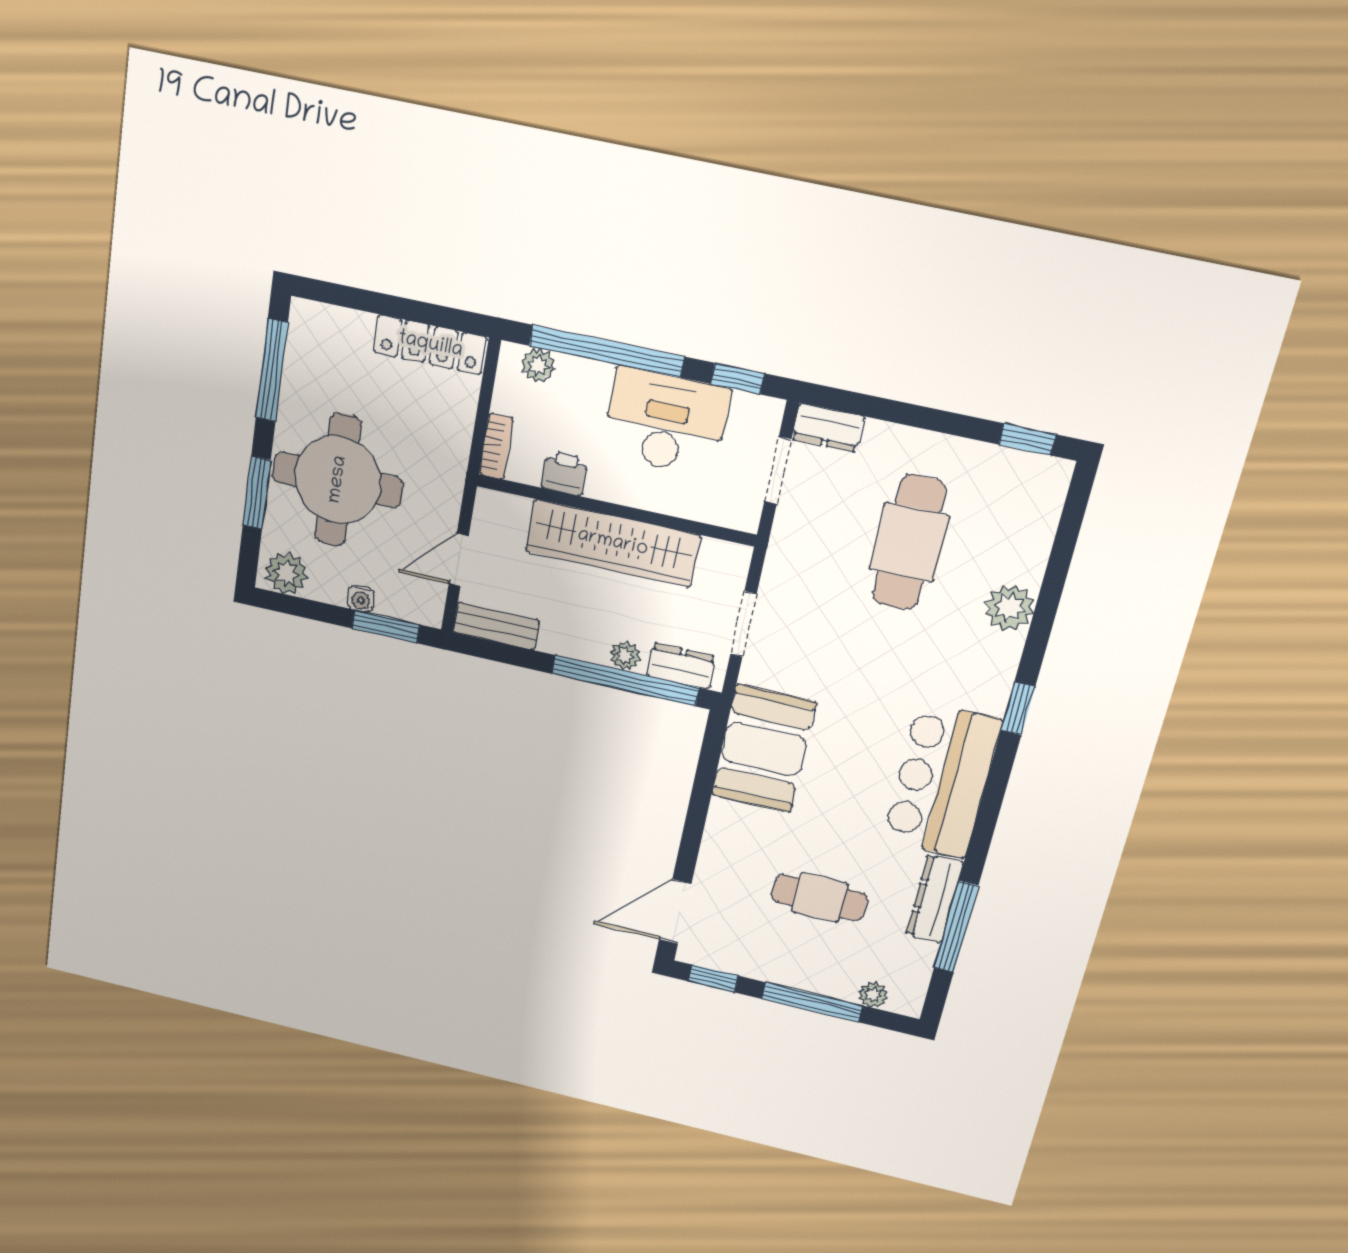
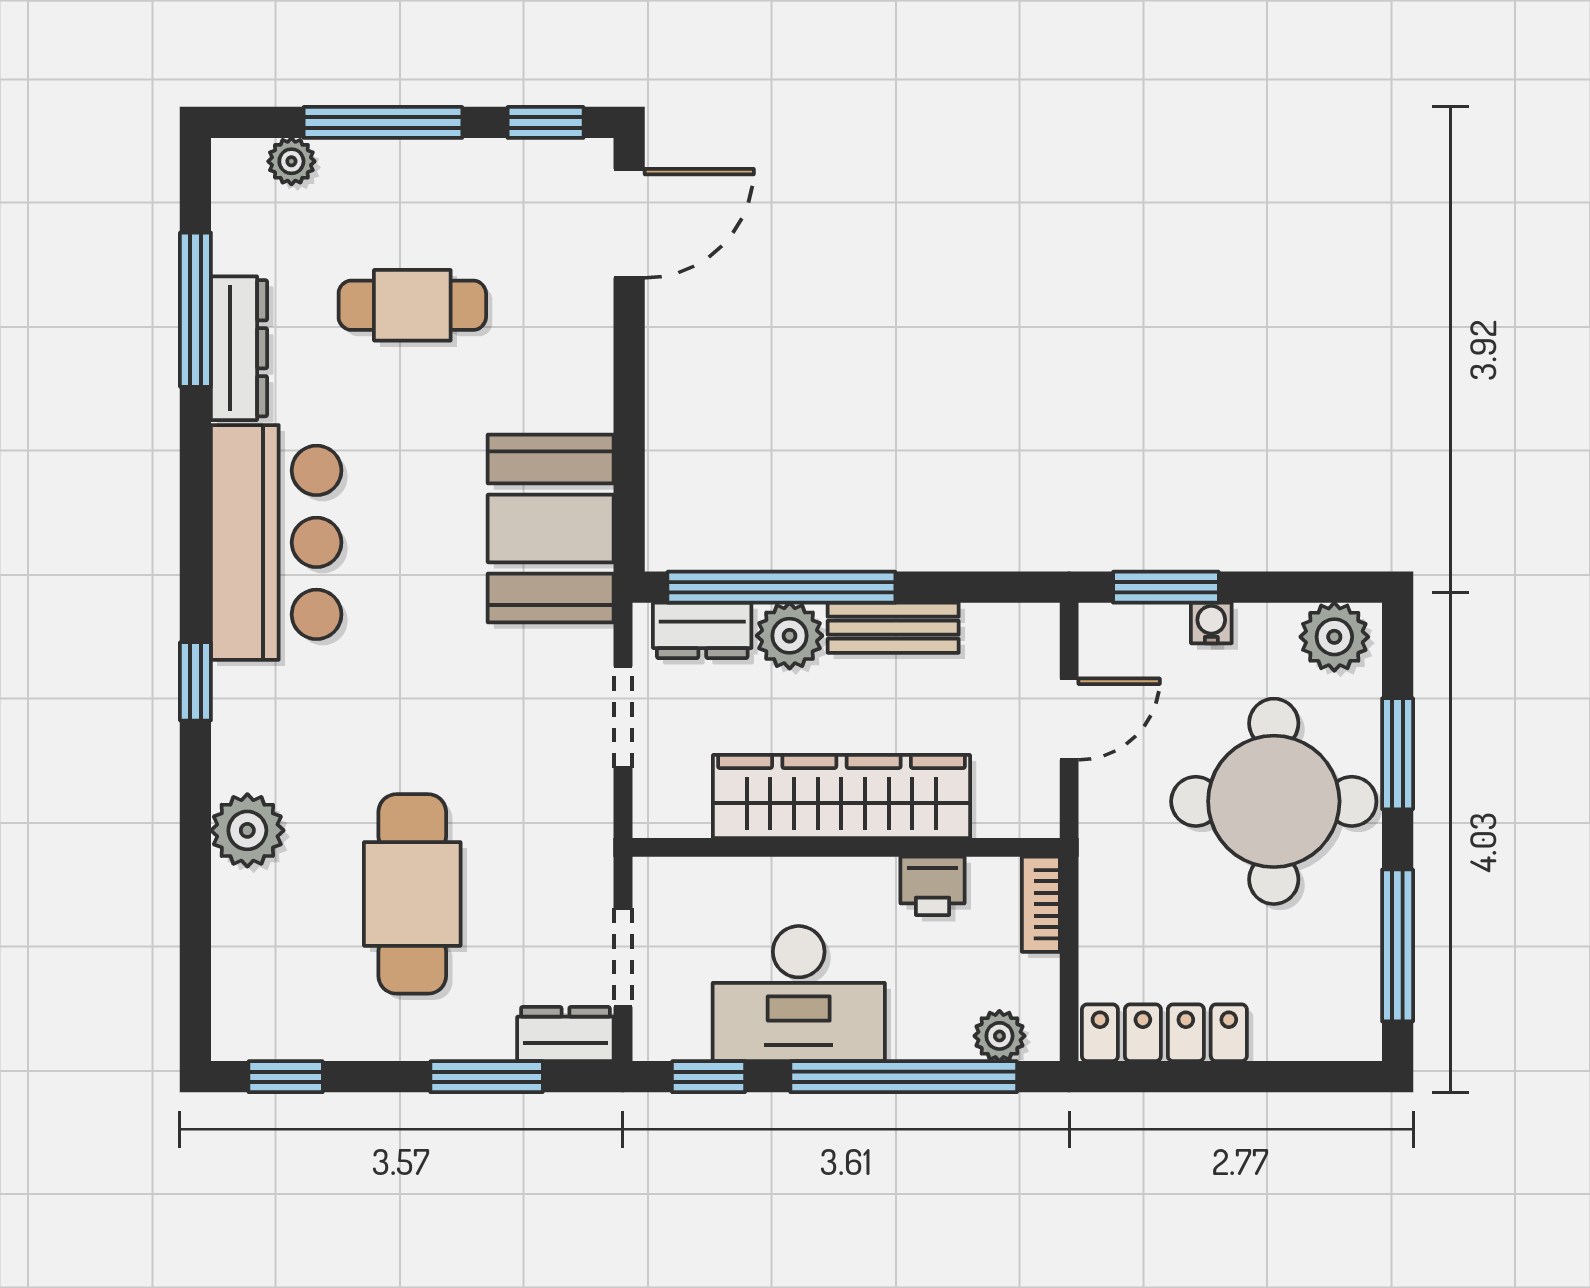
window: (889, 410) -> (487, 1077), added
bench: (496, 626) -> (893, 628), moved
plant: (625, 656) -> (790, 636), width x1.38, depth x1.38

